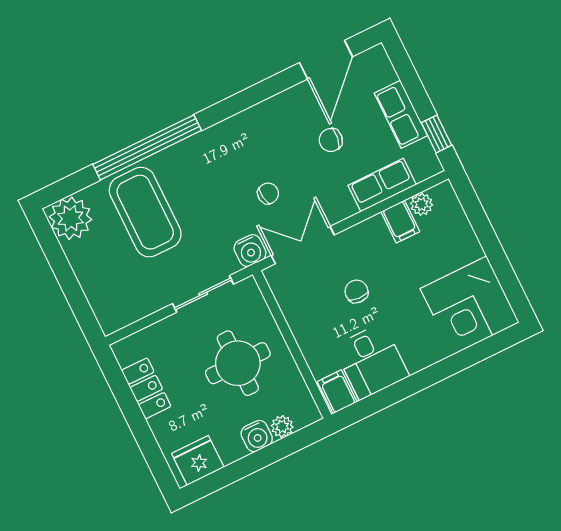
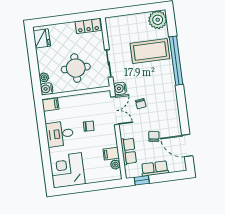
desk: (371, 361) -> (60, 134), moved
locker: (146, 388) -> (88, 26), moved
water cooler: (257, 436) -> (47, 89), moved

